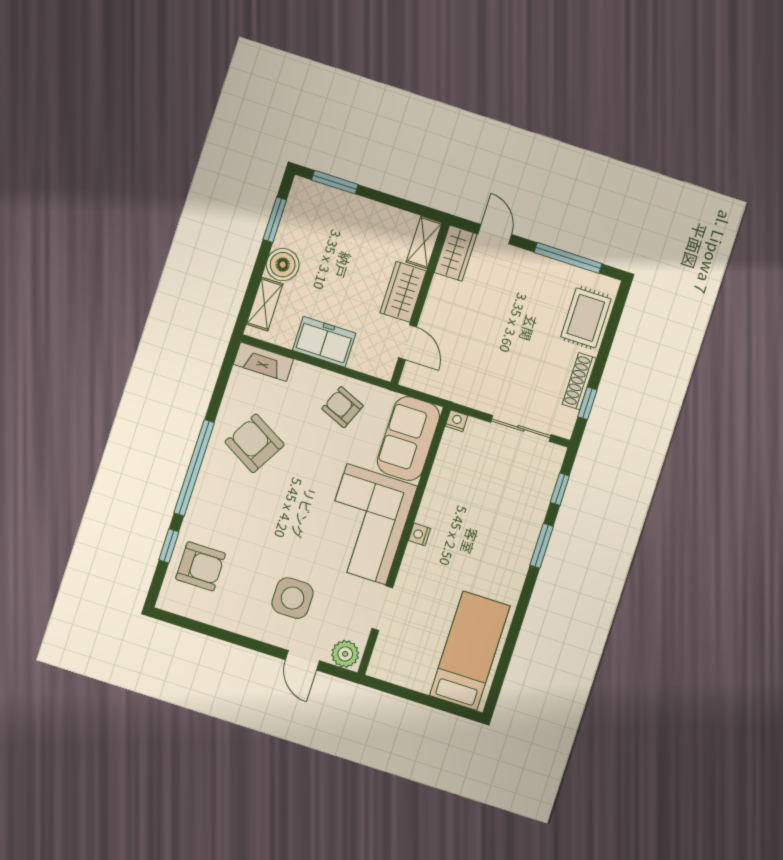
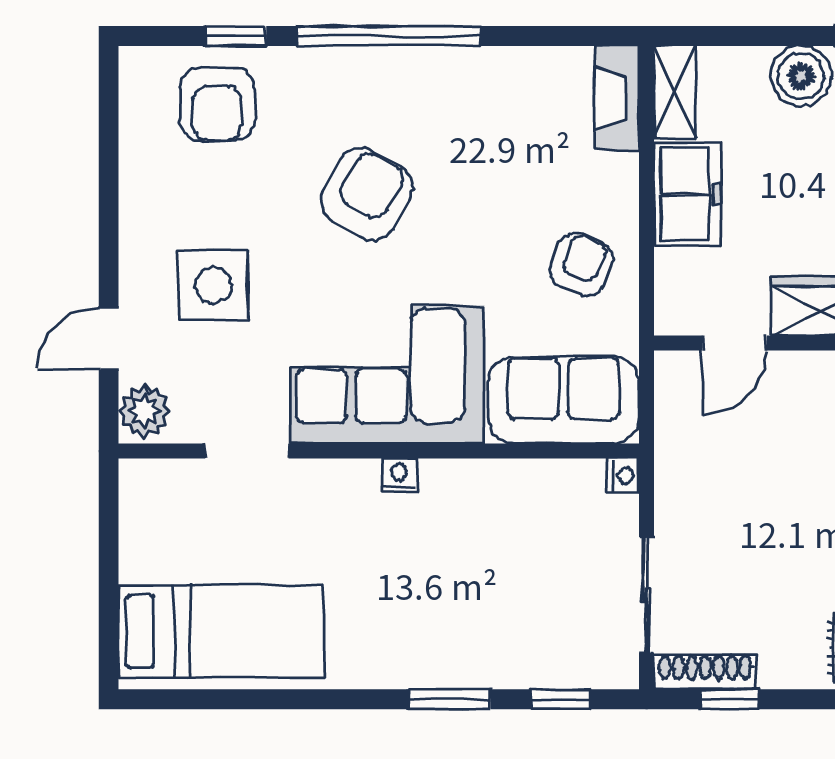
shelving: (265, 304) -> (675, 92), moved, turned 90
shoe rack: (579, 381) -> (705, 672), moved
armchair: (255, 443) -> (367, 194), moved

